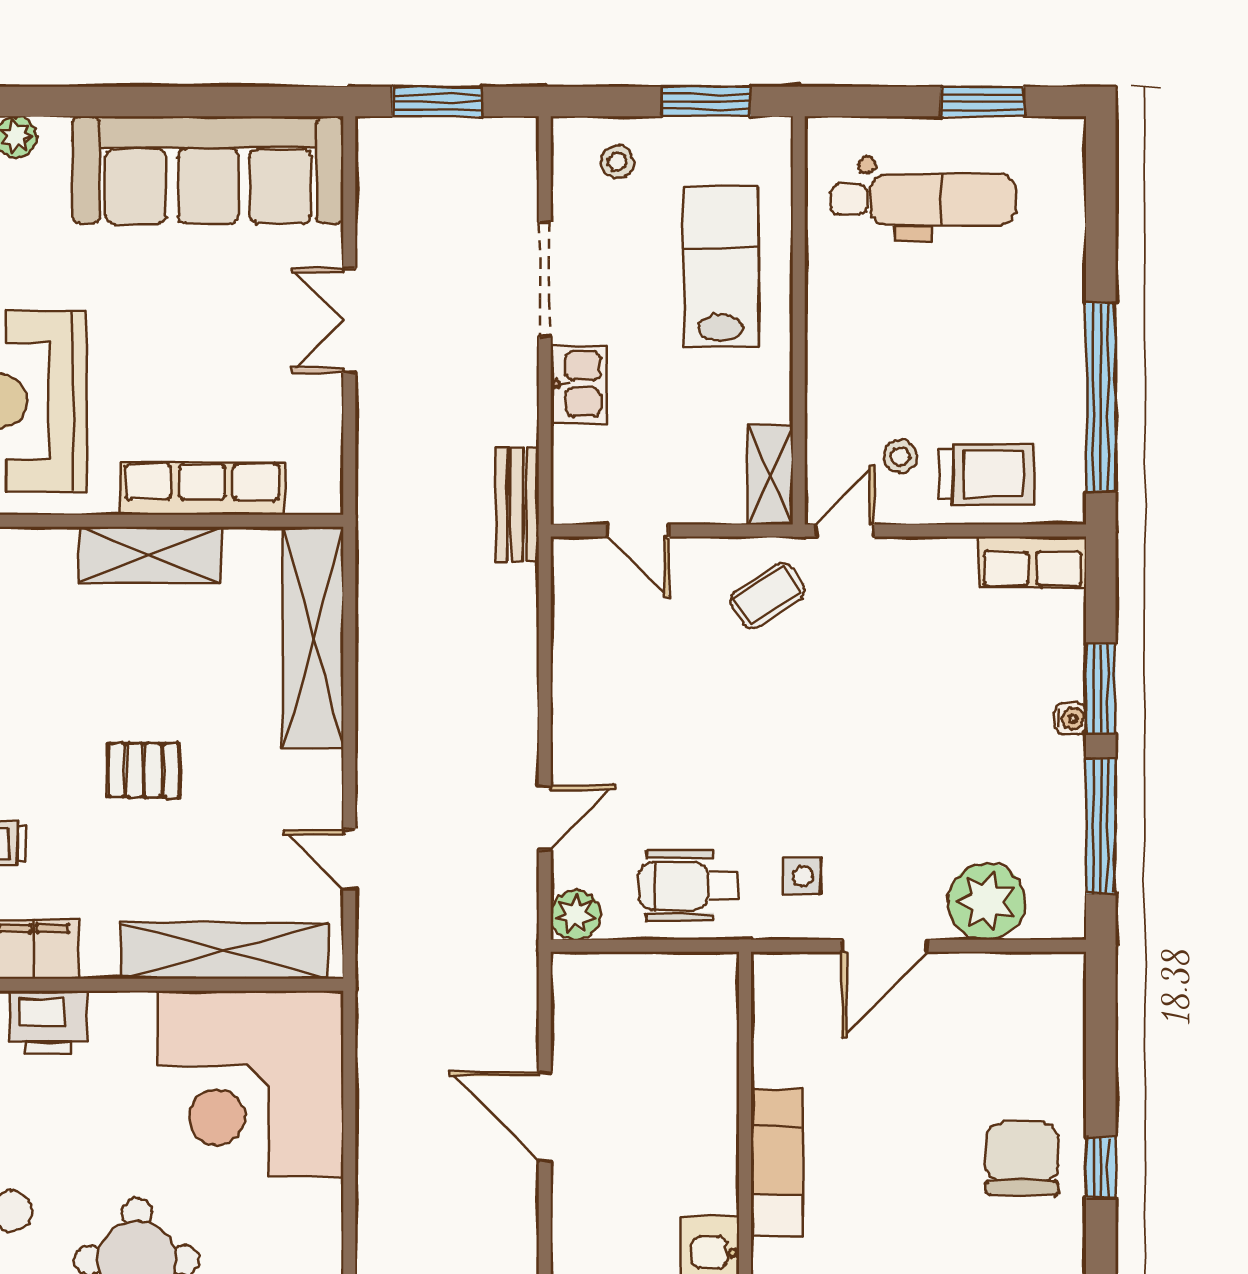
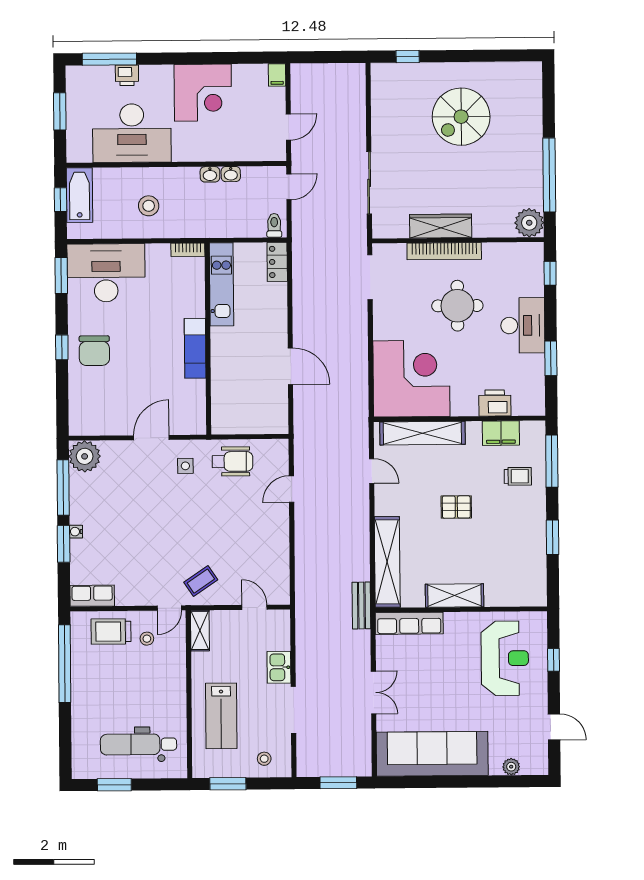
row of seats: (202, 488) -> (409, 623), moved
bench: (517, 504) -> (361, 605), moved
plant: (987, 901) -> (85, 456), moved
plant: (576, 915) -> (278, 449), removed

